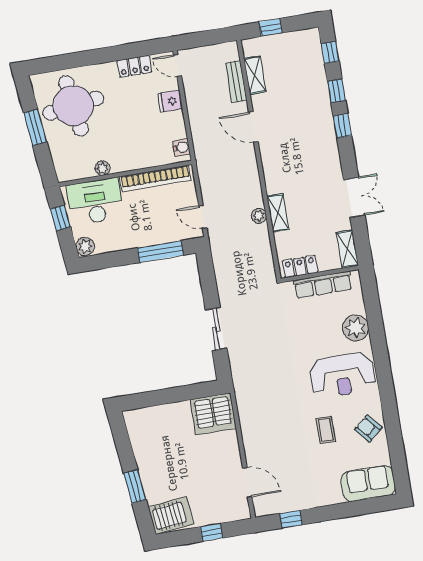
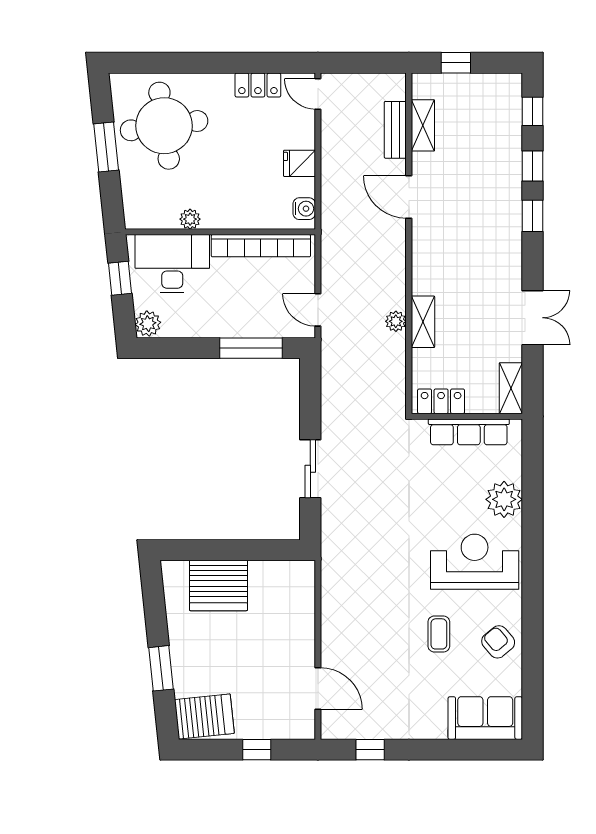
fridge: (170, 101) -> (299, 163), moved
reception desk: (342, 375) -> (475, 562), turned 180
server rack: (213, 414) -> (218, 586), moved

